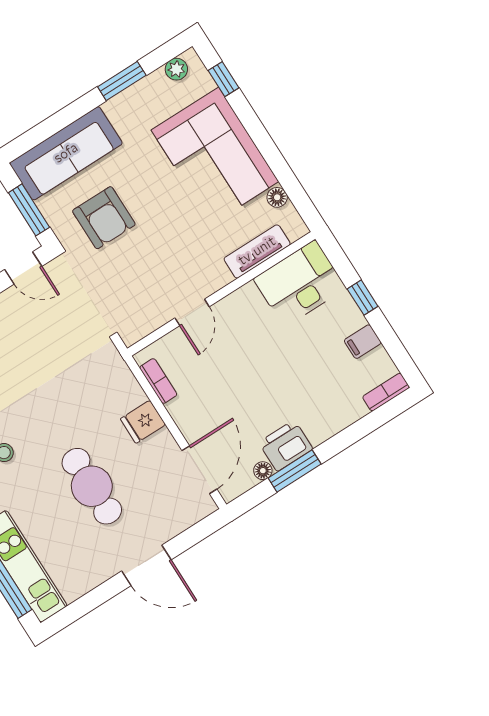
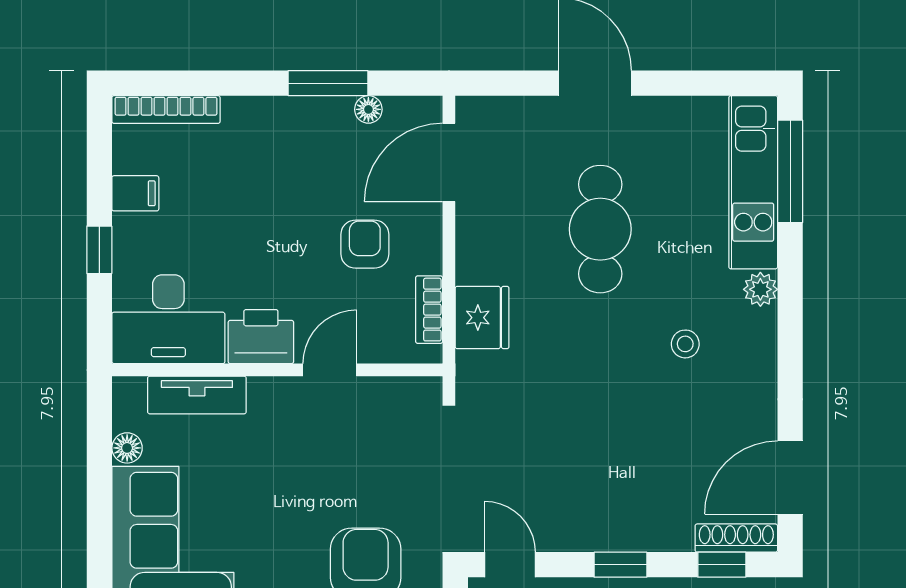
bookcase: (386, 392) -> (166, 110), width x1.56
armchair: (217, 395) -> (365, 244), added
fridge: (143, 422) -> (482, 318), moved, width x1.38
printer: (286, 446) -> (261, 337), moved, turned 180

